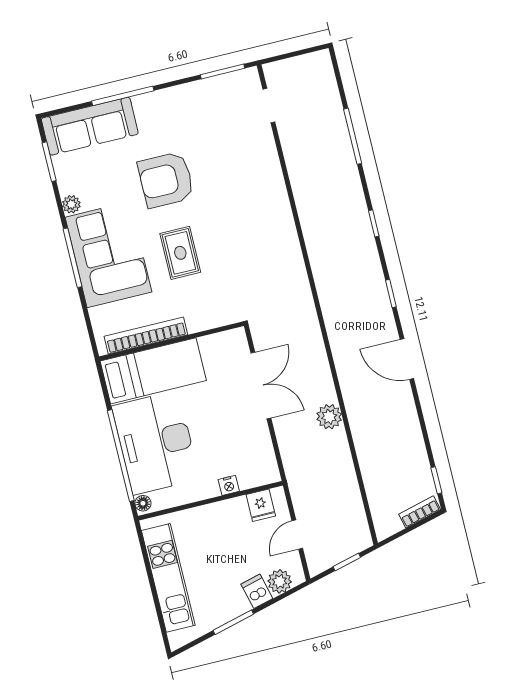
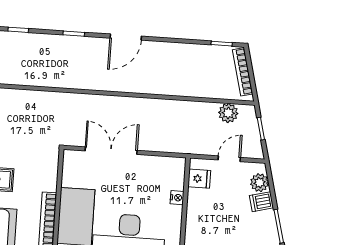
plant: (329, 417) -> (228, 113), moved
bookcase: (420, 512) -> (243, 72), width x1.56
door: (297, 535) -> (229, 159), swing flipped

